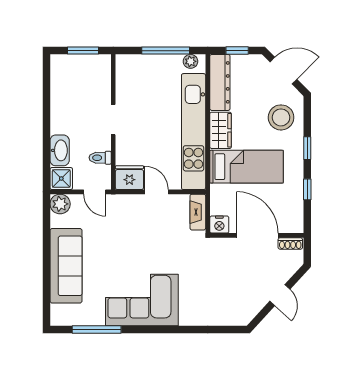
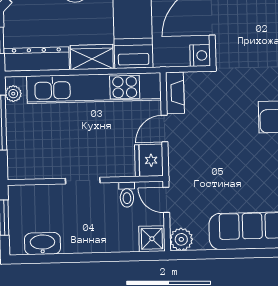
washbasin: (60, 150) -> (43, 244), moved
door: (95, 192) -> (166, 200), swing flipped
fireplace: (198, 212) -> (175, 93), moved, turned -90

